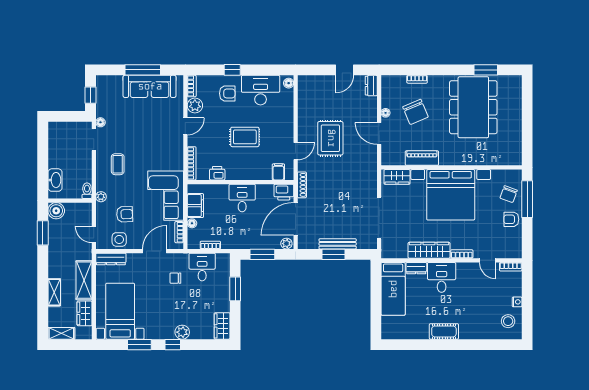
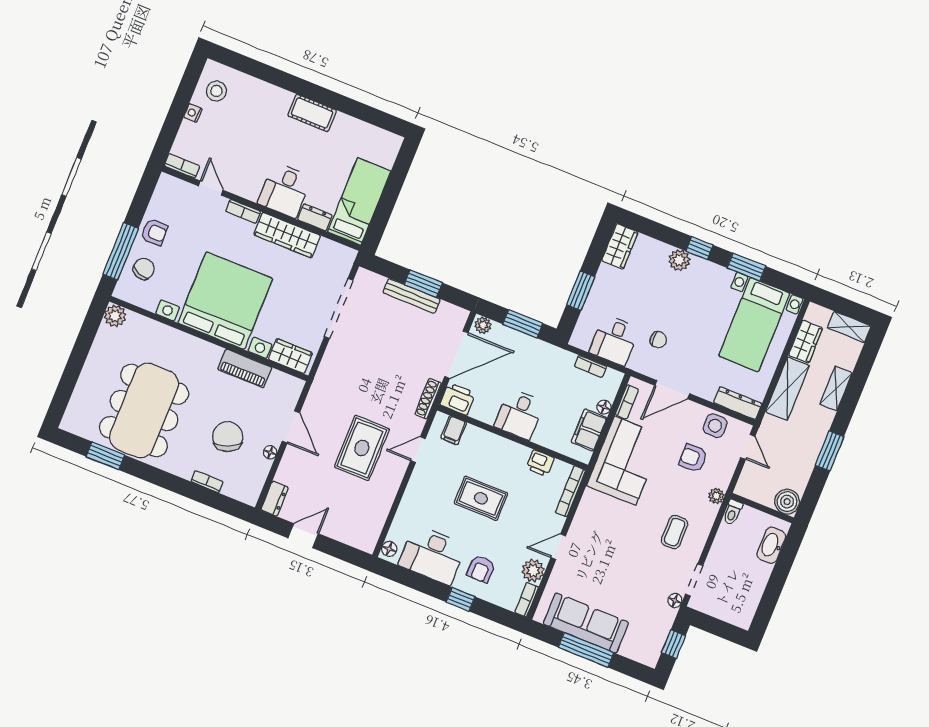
armchair: (227, 93) -> (481, 569), turned -90
plant: (514, 158) -> (115, 316), added
window: (43, 233) -> (830, 451), moved

